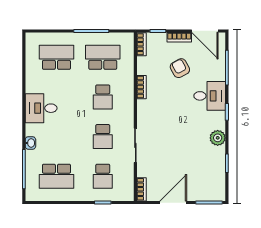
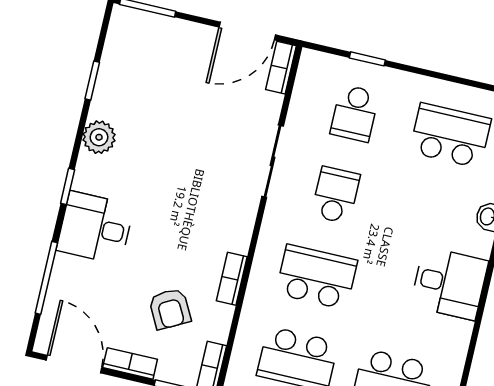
armchair: (180, 68) -> (170, 309), moved
school desk: (103, 97) -> (317, 277), width x1.85
school desk: (103, 176) -> (355, 113), turned 180
door: (173, 203) -> (247, 31), moved

